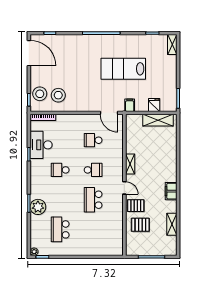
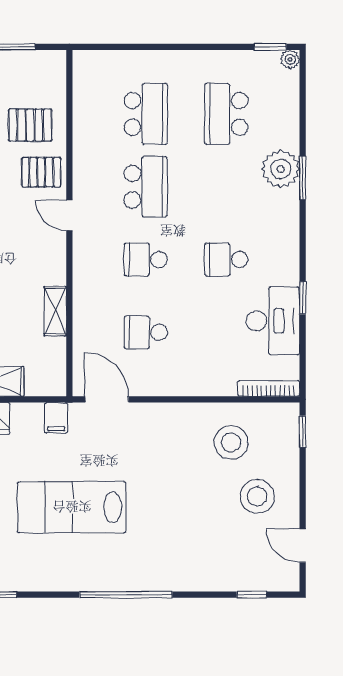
door: (29, 53) -> (303, 546), width x0.53
lab bench: (123, 69) -> (72, 507), turned 180
stool: (40, 94) -> (257, 496), moved
school desk: (93, 140) -> (146, 332), turned 180
shelving: (130, 164) -> (55, 311), moved
school desk: (60, 170) -> (226, 260), turned 180
school desk: (60, 229) -> (226, 114), turned 180
school desk: (93, 229) -> (146, 114), added

